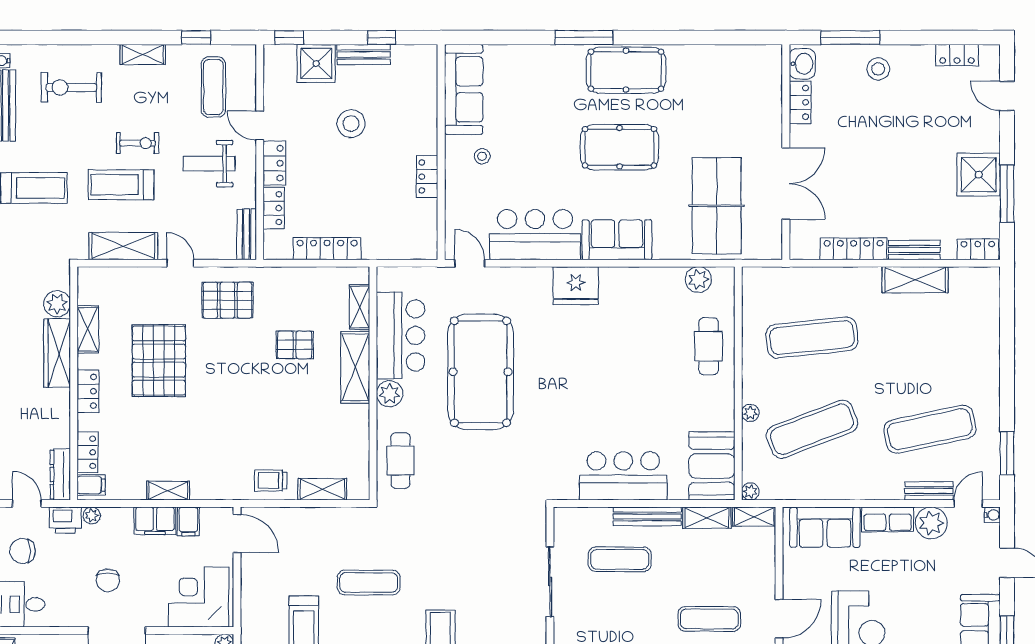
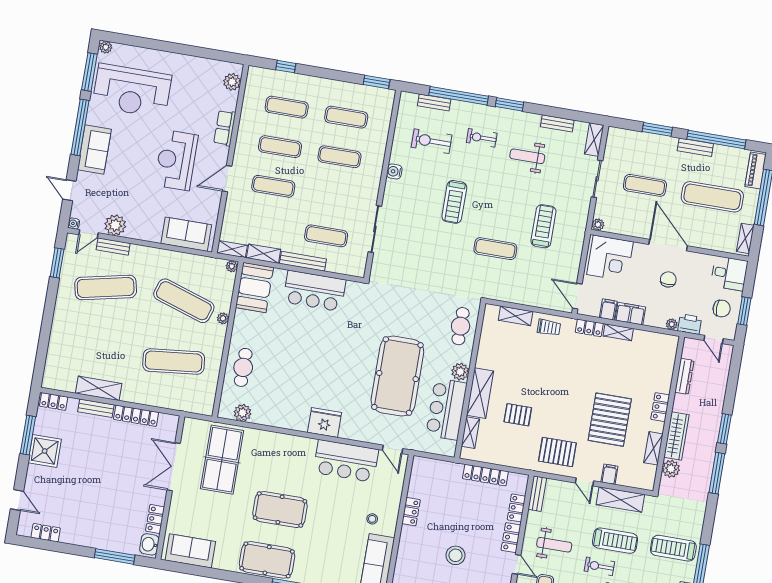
stool: (878, 69) -> (99, 532), removed
sofa: (617, 240) -> (190, 551), moved, turned 180
exercise mat: (812, 429) -> (184, 301), turned 39
locker: (87, 452) -> (589, 328), moved, turned -90
dresser: (60, 474) -> (684, 376), moved
filing cabinet: (91, 485) -> (609, 474), moved, turned 90
row of seats: (888, 519) -> (144, 232), removed

